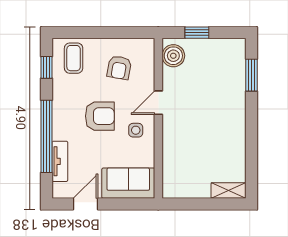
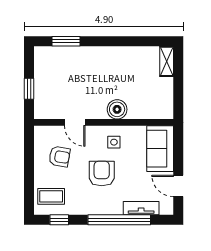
boiler: (173, 56) -> (117, 109), moved
door: (158, 103) -> (75, 122), moved

